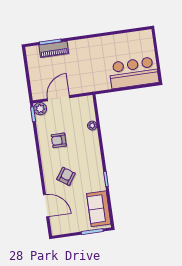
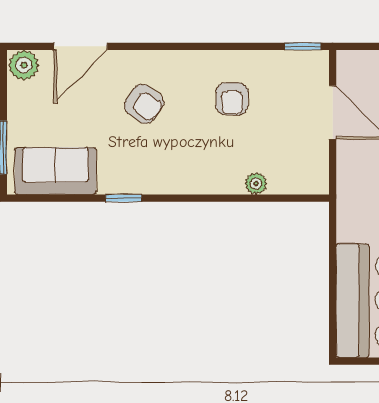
plant: (40, 109) -> (24, 65), moved
armchair: (59, 140) -> (232, 99), turned 180

